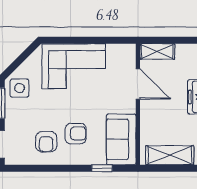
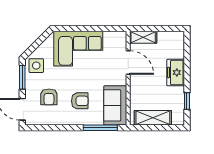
armchair: (46, 142) -> (49, 97), moved
window: (102, 168) -> (100, 128), width x2.17

